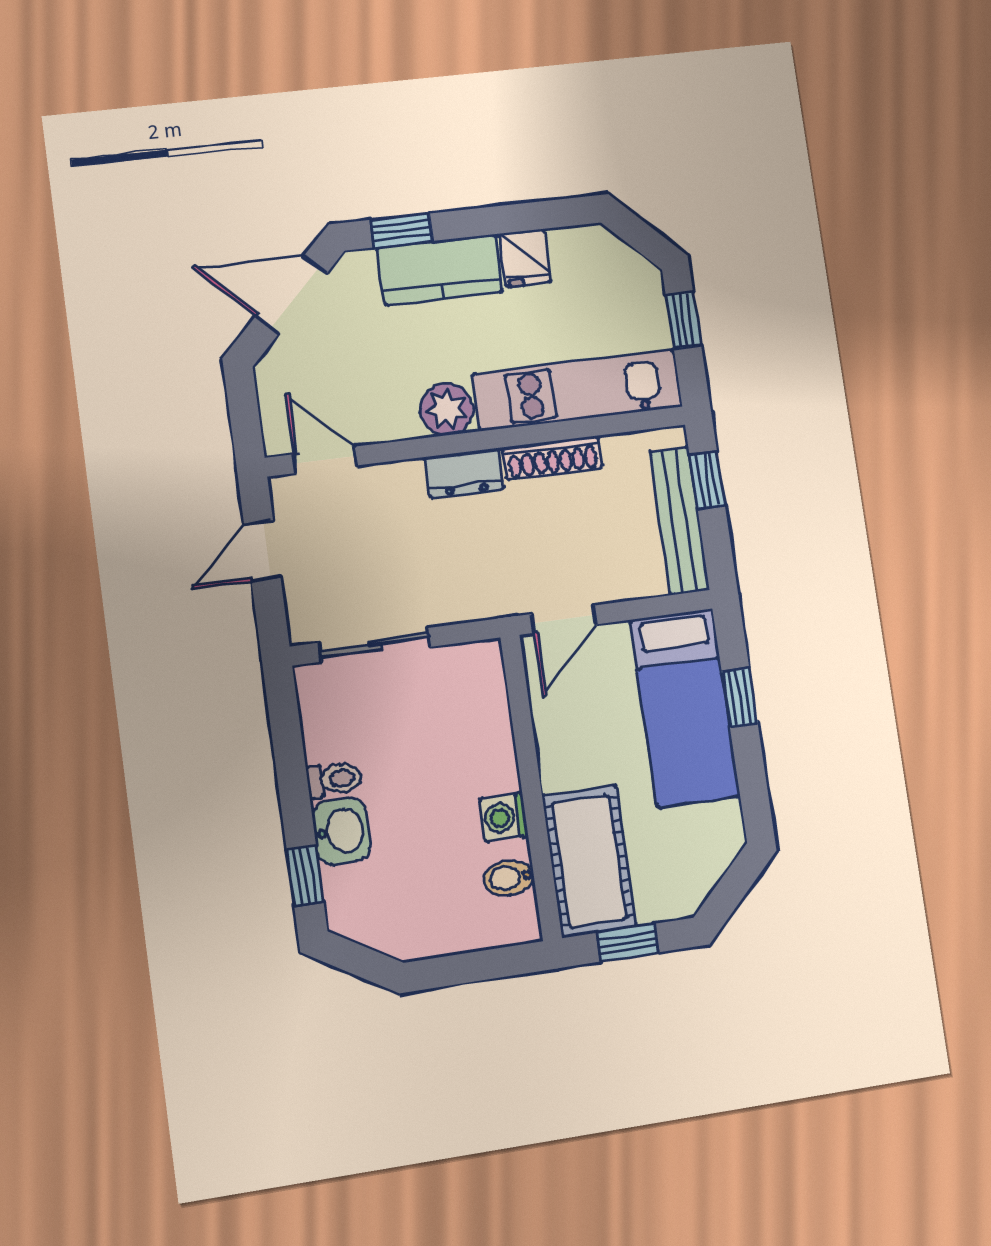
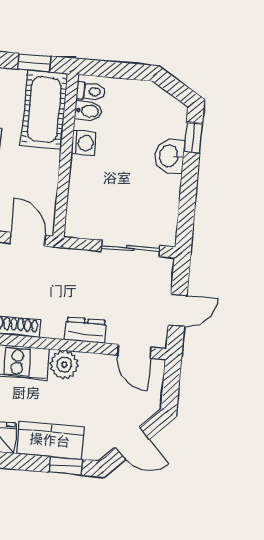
door: (292, 295) -> (132, 443), width x0.73
dresser: (465, 473) -> (86, 330), moved
door: (564, 619) -> (28, 239), hinge flipped
toilet: (334, 779) -> (91, 91), moved, turned 180

